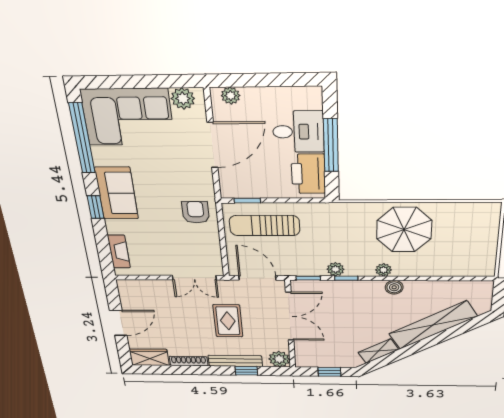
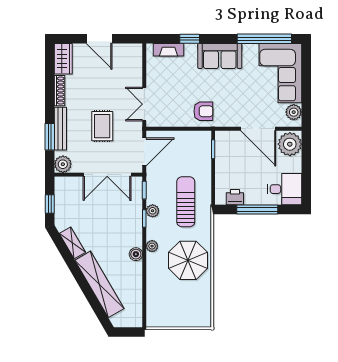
plant: (231, 96) -> (290, 144), width x1.88, depth x1.88
desk: (298, 132) -> (285, 189), moved, turned -90
printer: (308, 174) -> (235, 197), width x0.53, depth x0.68
window: (96, 207) -> (190, 39), moved
sun lounger: (265, 226) -> (186, 202), moved
rug: (228, 321) -> (102, 126), turned 90
window: (246, 371) -> (50, 137), width x1.50

